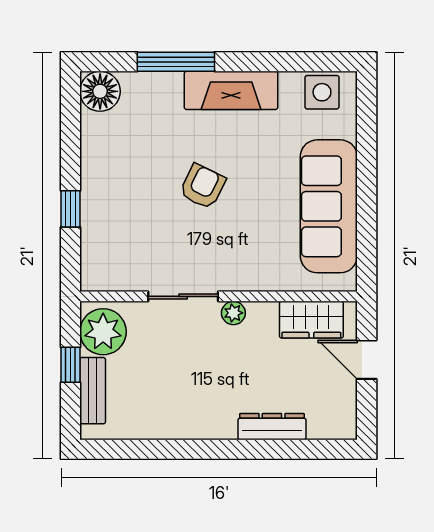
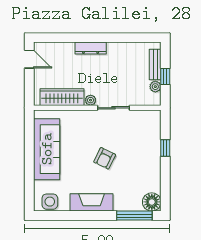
window: (176, 62) -> (134, 216), moved
wardrobe: (311, 320) -> (62, 97), width x1.50
plant: (103, 332) -> (155, 87), width x0.53, depth x0.53
door: (367, 360) -> (29, 59), moved
dresser: (272, 427) -> (91, 48), moved

